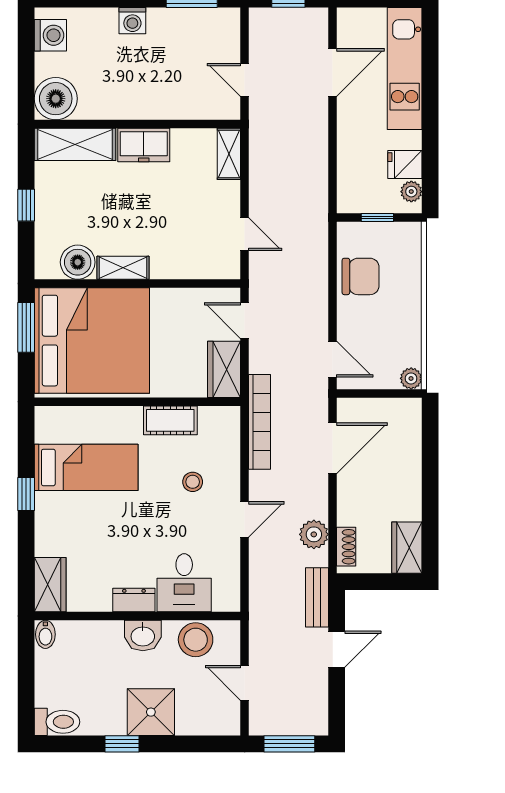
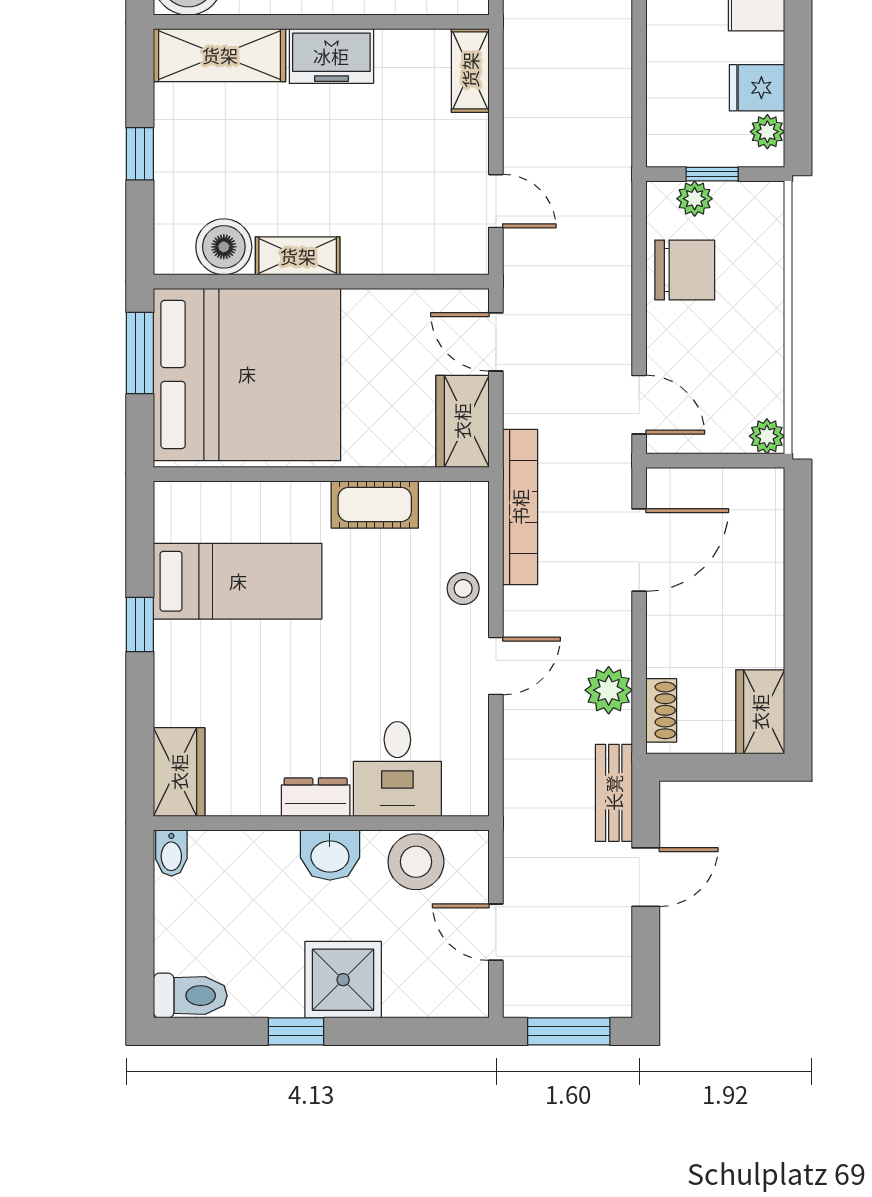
plant: (367, 233) -> (695, 199), added
stool: (193, 482) -> (463, 589), moved

